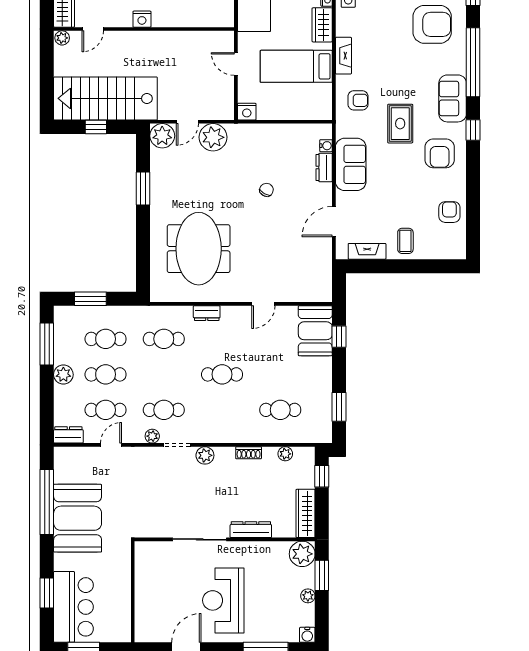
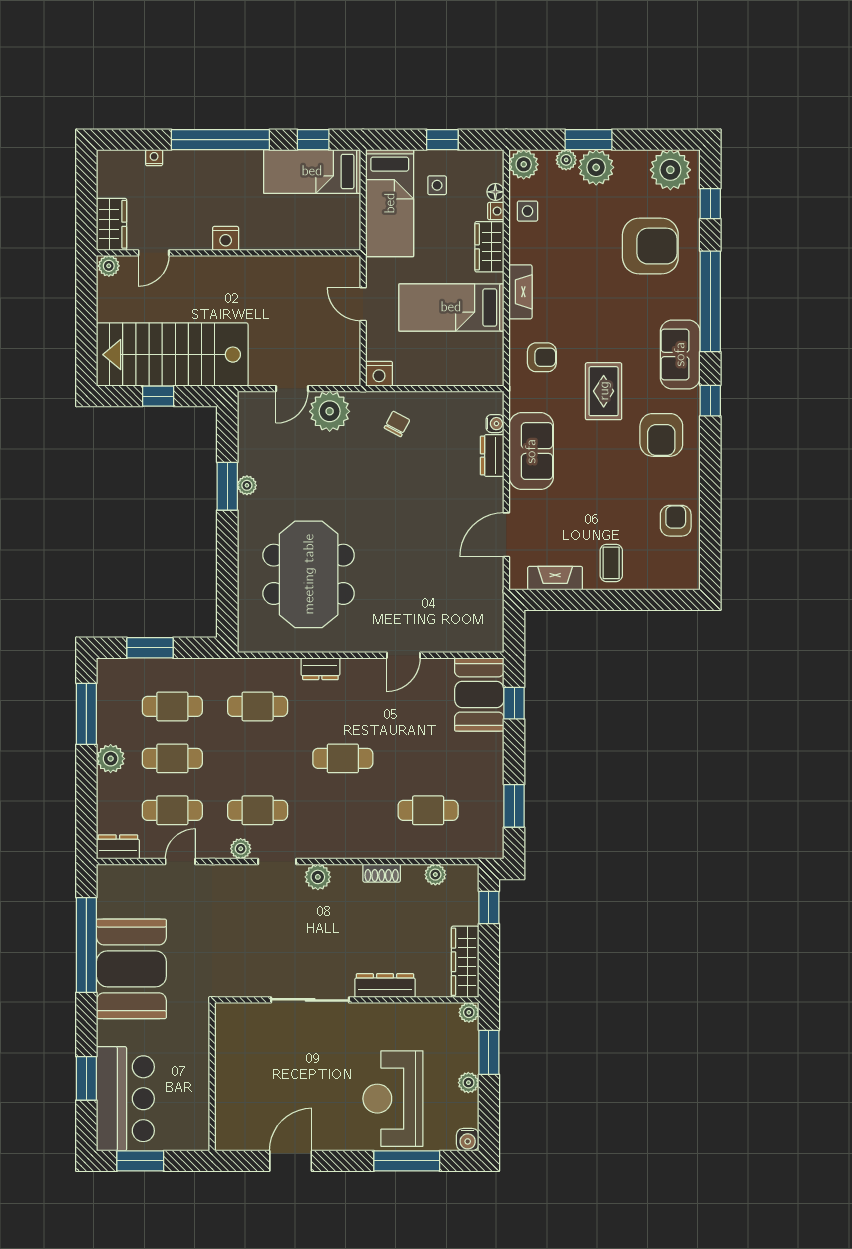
plant: (162, 136) -> (247, 485), moved, width x0.53, depth x0.53
chair: (266, 190) -> (397, 424), moved
plant: (302, 554) -> (469, 1012), width x0.53, depth x0.53
reception desk: (223, 600) -> (393, 1099), moved

